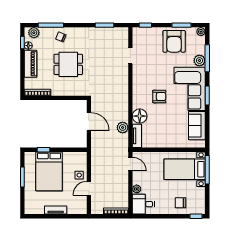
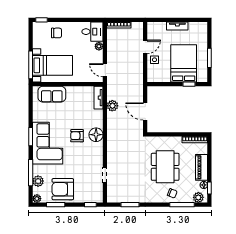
armchair: (174, 41) -> (63, 189), turned -90
plant: (199, 61) -> (38, 181), moved
dining table: (68, 64) -> (165, 167), width x1.38
floor lamp: (140, 116) -> (96, 135), moved
sofa: (197, 126) -> (52, 94), moved, turned 90

